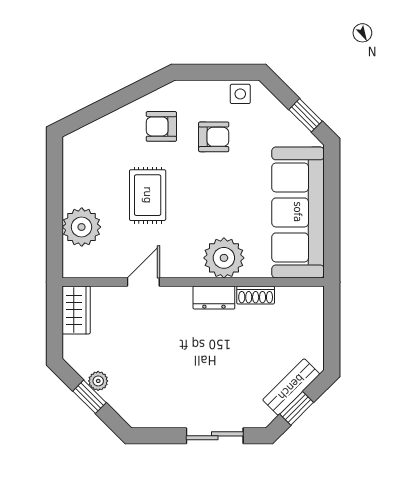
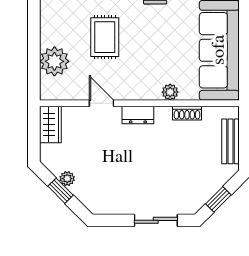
plant: (224, 258) -> (170, 92), width x0.53, depth x0.53
door: (143, 282) -> (102, 103), hinge flipped
dresser: (214, 298) -> (138, 115), moved
bench: (291, 387) -> (230, 141), moved, turned -45

